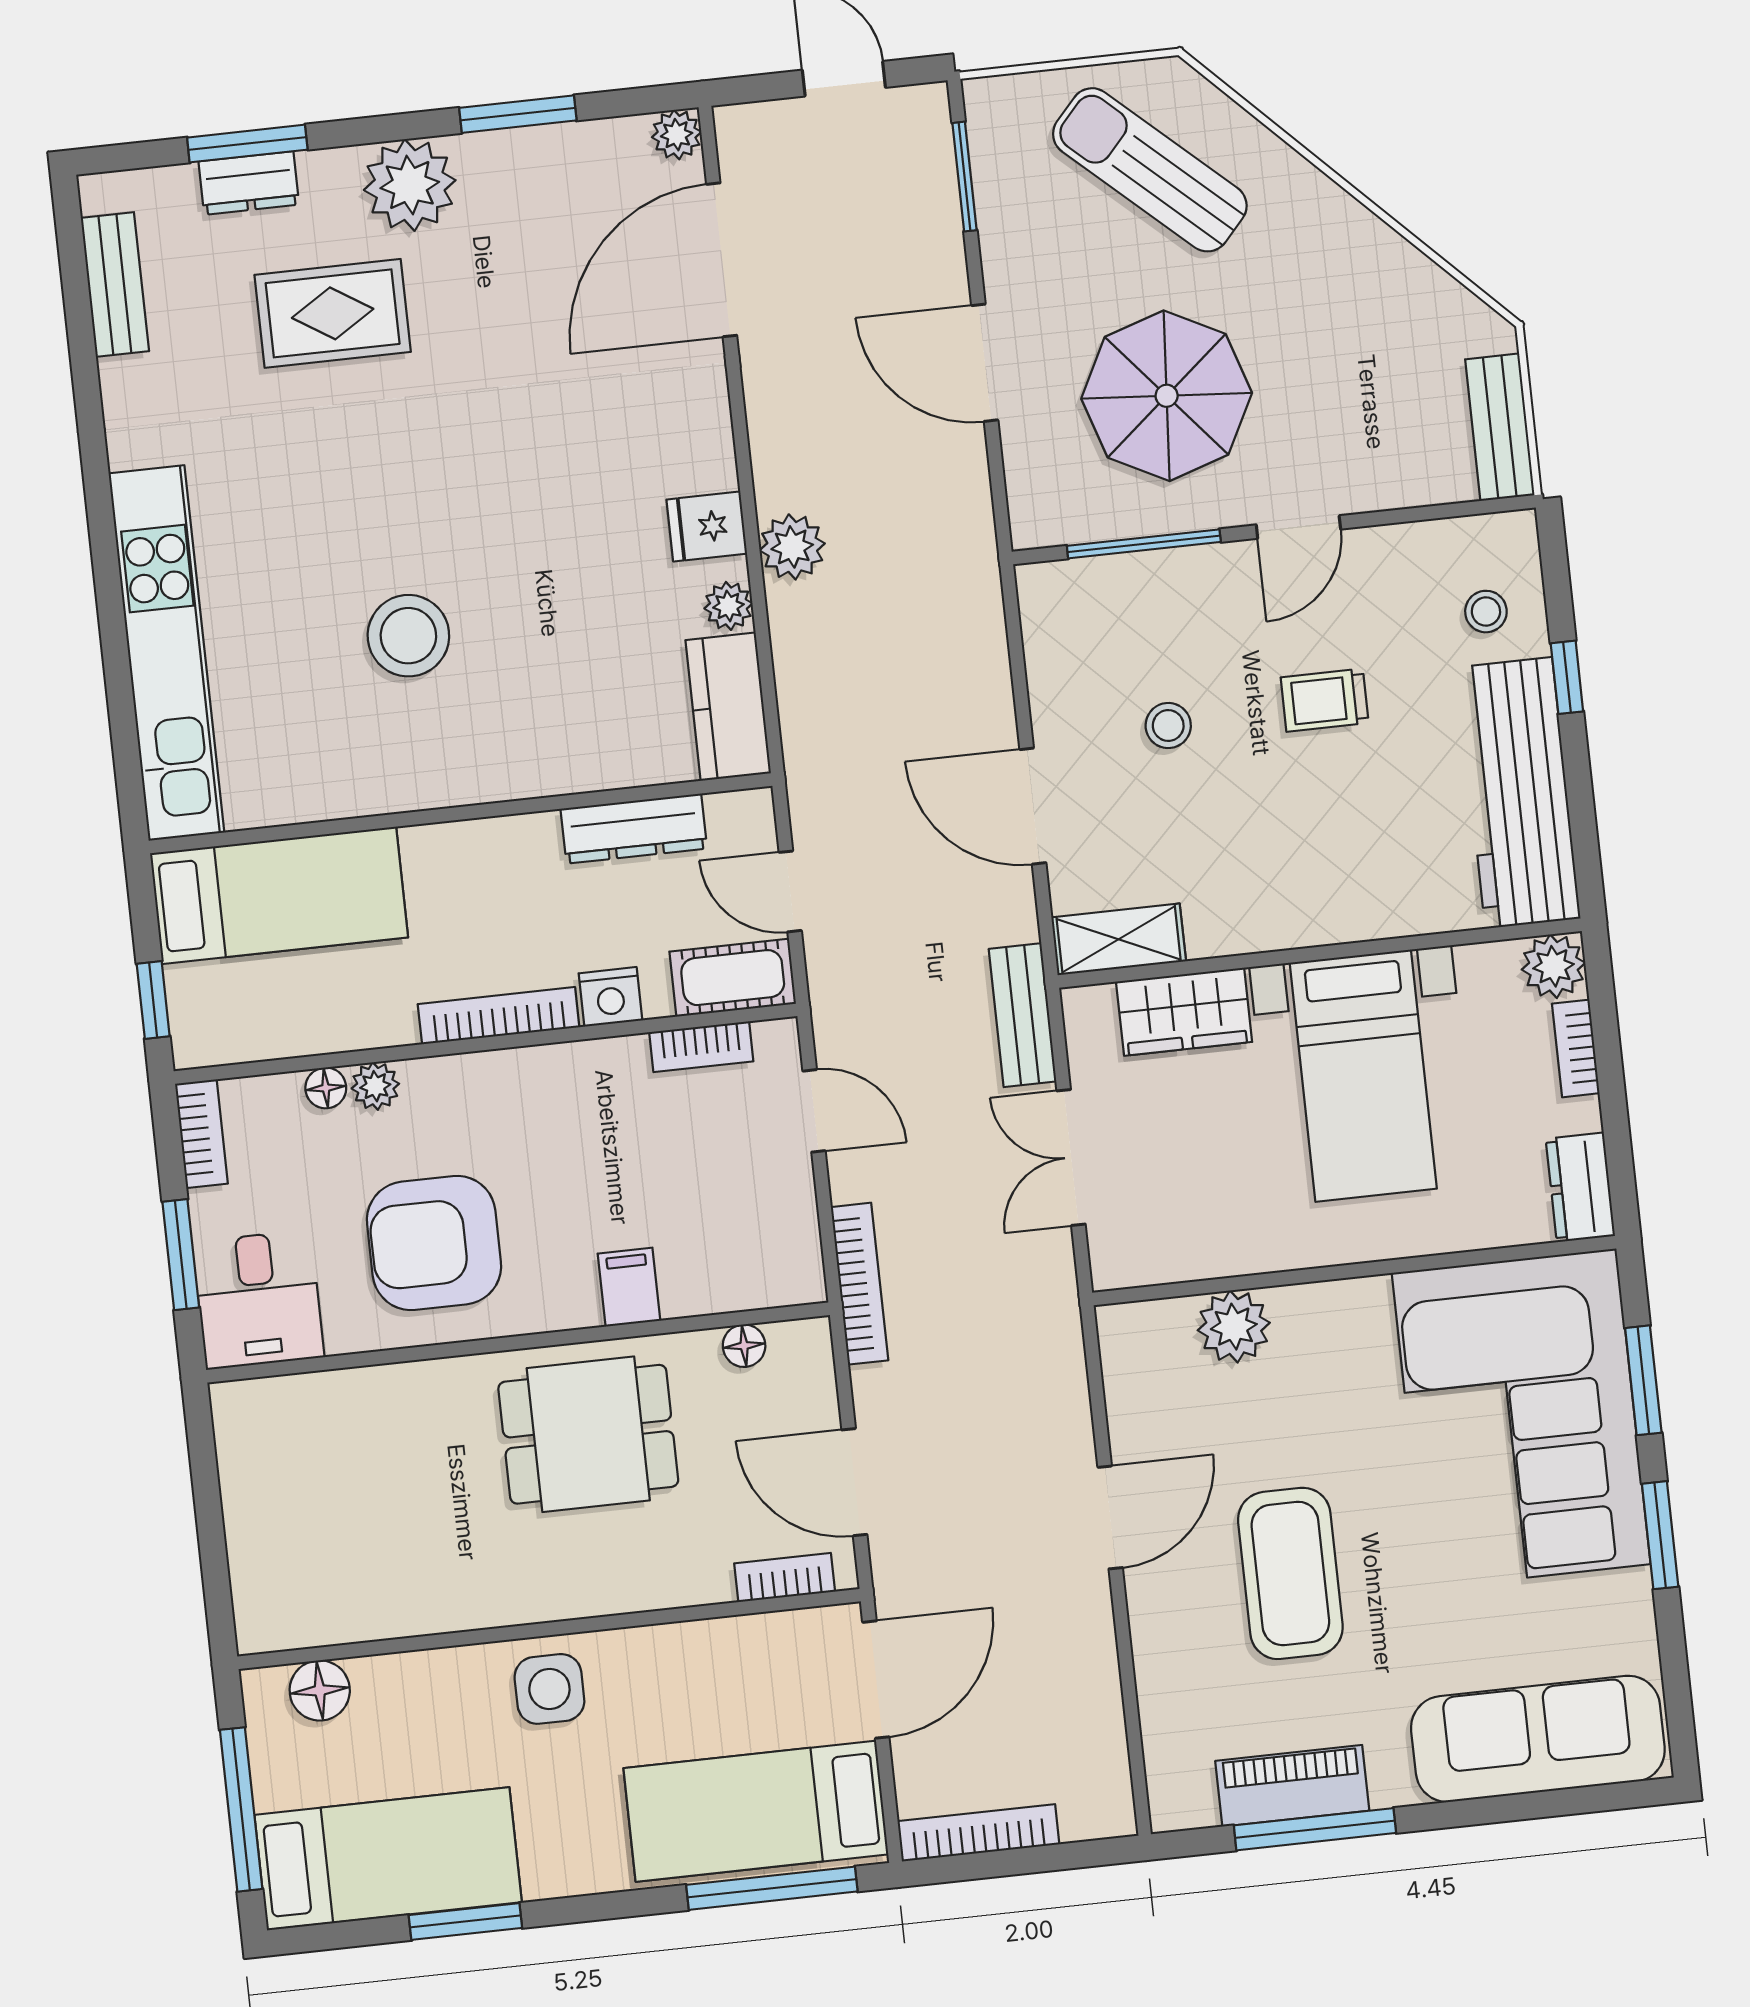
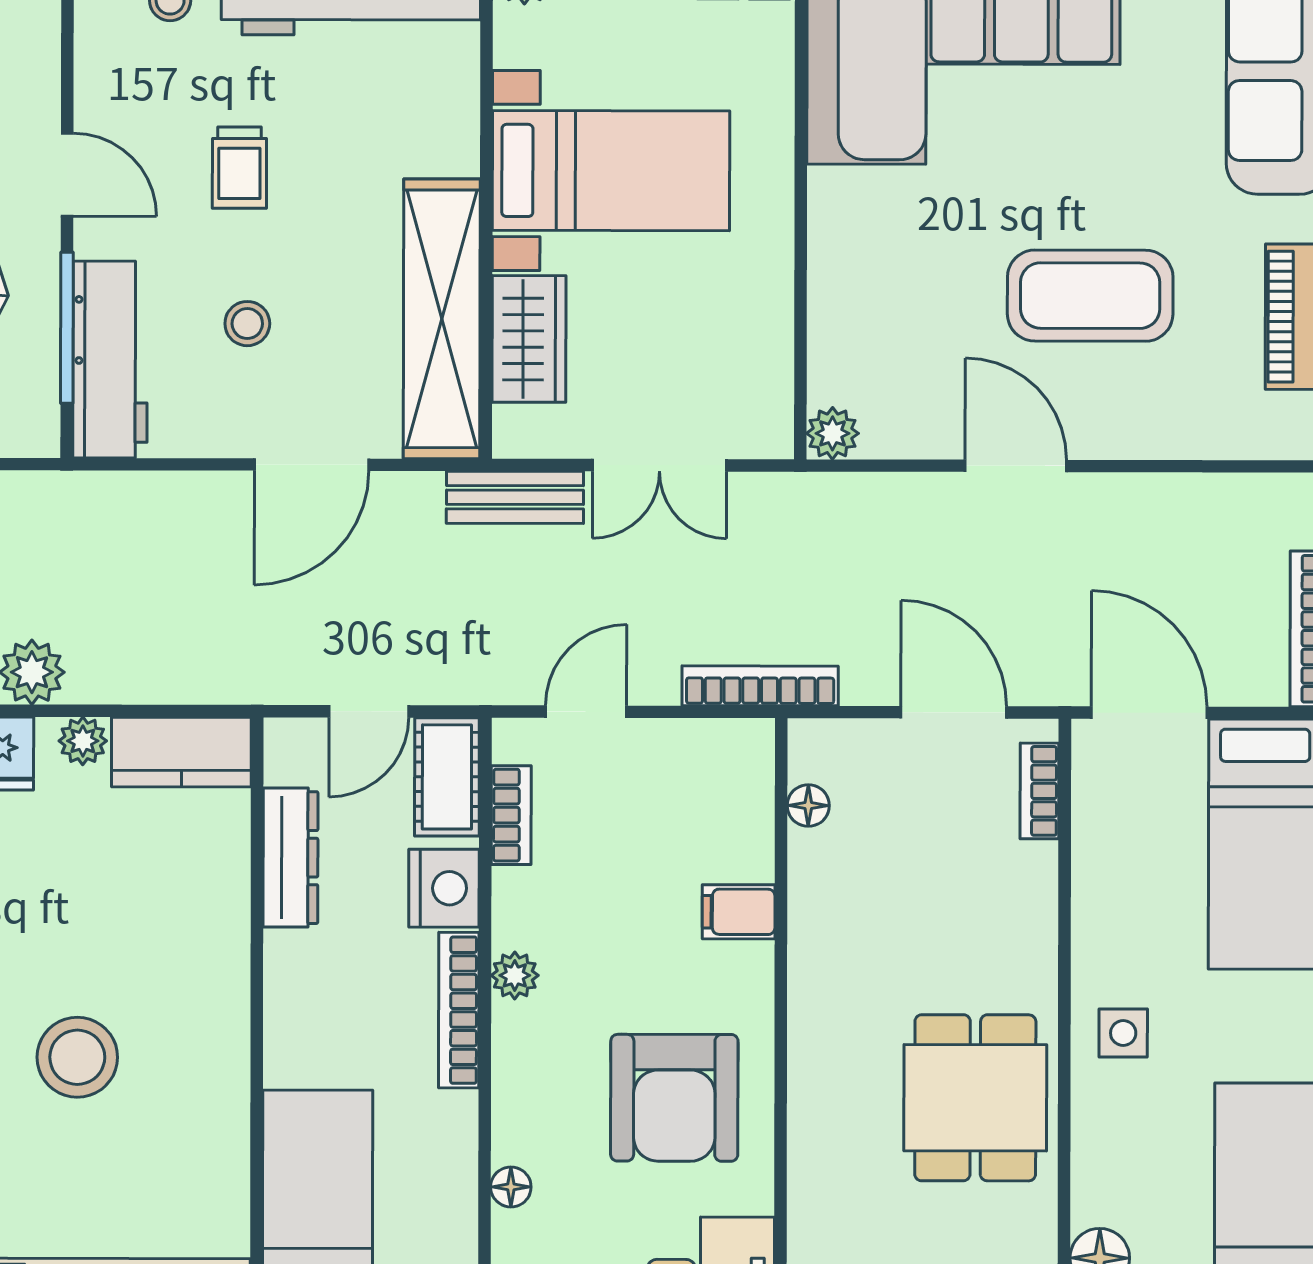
workbench: (1117, 591) -> (110, 360), added
shelving: (1119, 939) -> (442, 319), width x2.20, depth x1.33
nightstand: (610, 997) -> (444, 888), width x1.36, depth x1.33
plant: (375, 1086) -> (515, 975), moved
plant: (1234, 1327) -> (832, 433), moved, width x0.73, depth x0.73
dining table: (588, 1434) -> (975, 1098), moved
door: (854, 1482) -> (954, 712), swing flipped
side table: (549, 1689) -> (1123, 1033), width x0.73, depth x0.73

